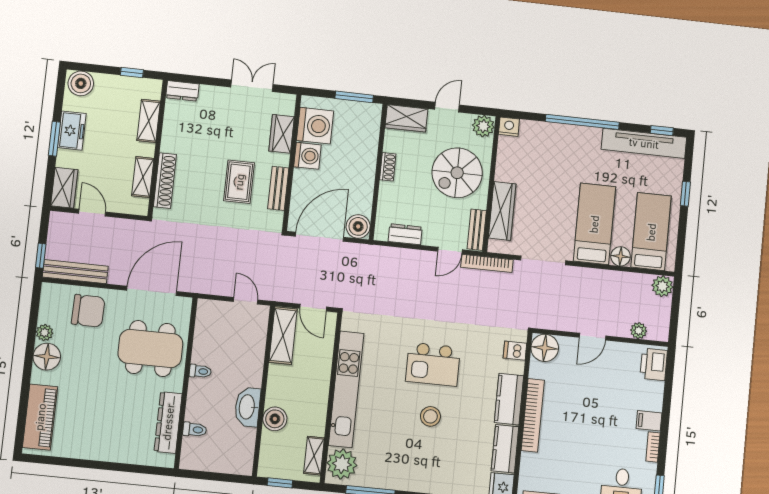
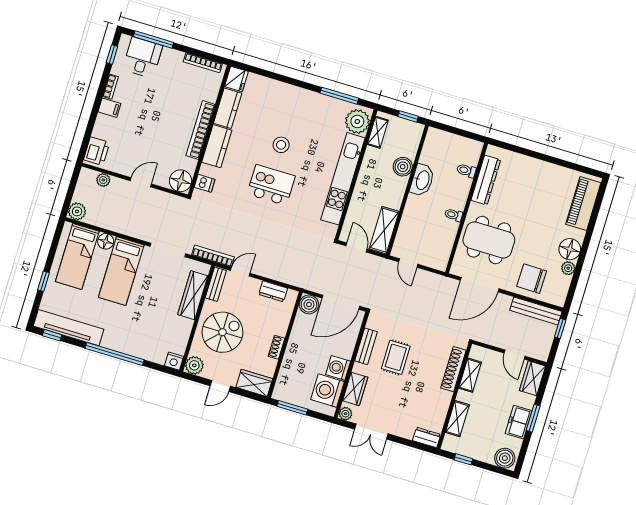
plant: (288, 102) -> (345, 414), added

